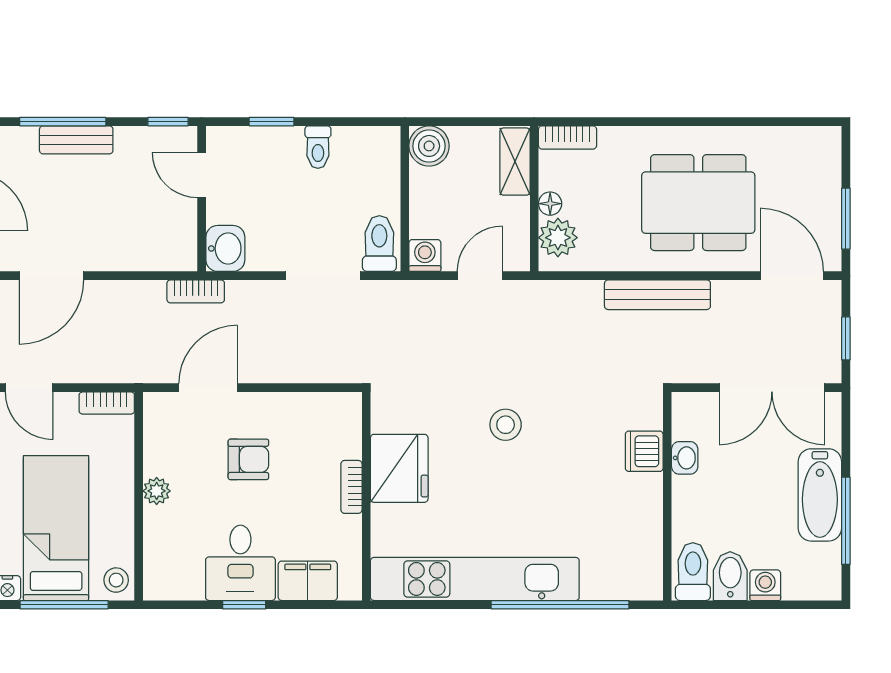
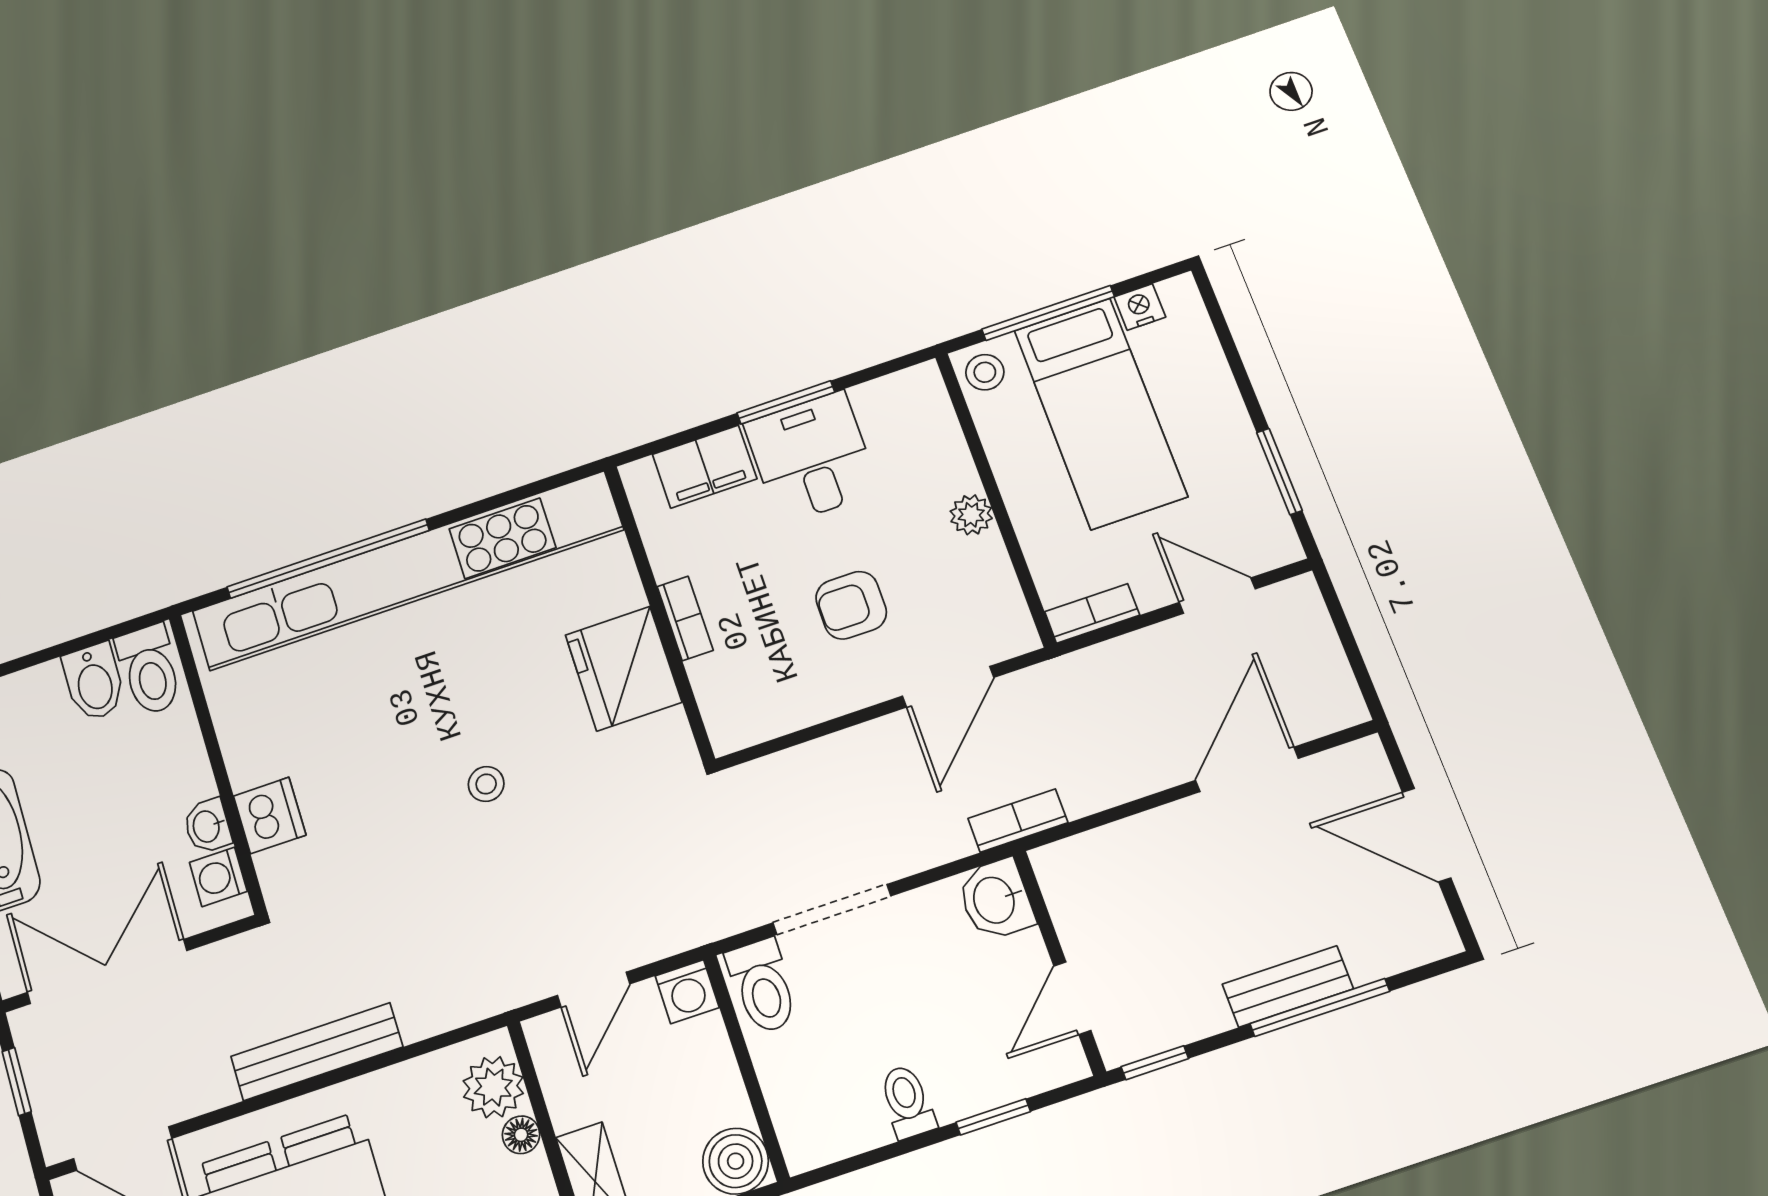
door: (202, 175) -> (1072, 998), swing flipped
stool: (506, 425) -> (486, 784), width x0.73, depth x0.73
kitchen unit: (475, 579) -> (407, 571), width x1.36
washing machine: (765, 585) -> (218, 877), moved, turned 90
window: (244, 605) -> (786, 402), width x1.50

